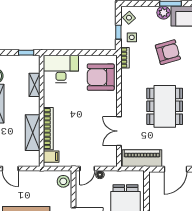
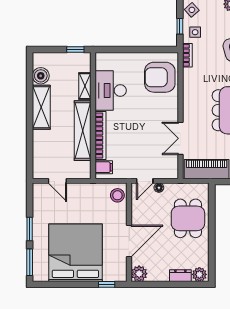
desk: (61, 69) -> (111, 90), moved, turned -90
shelving: (33, 133) -> (83, 131), width x1.47

